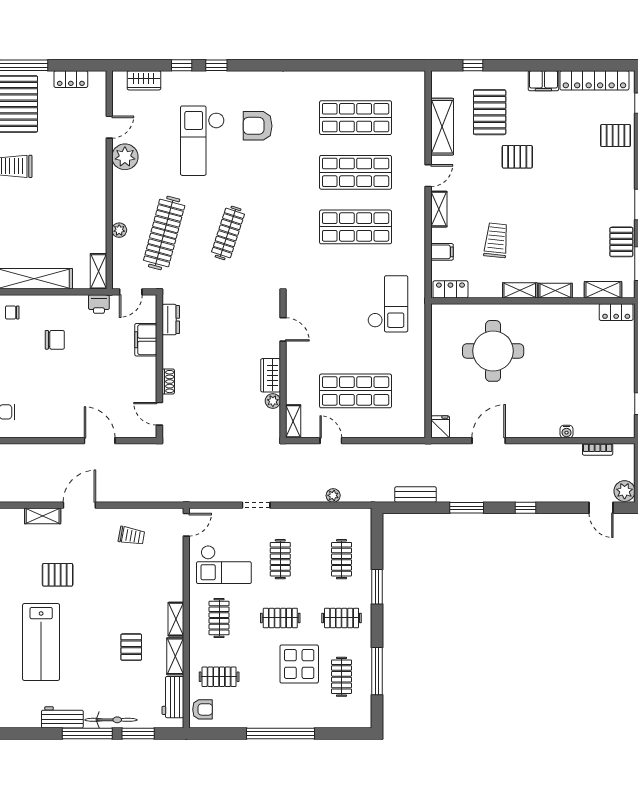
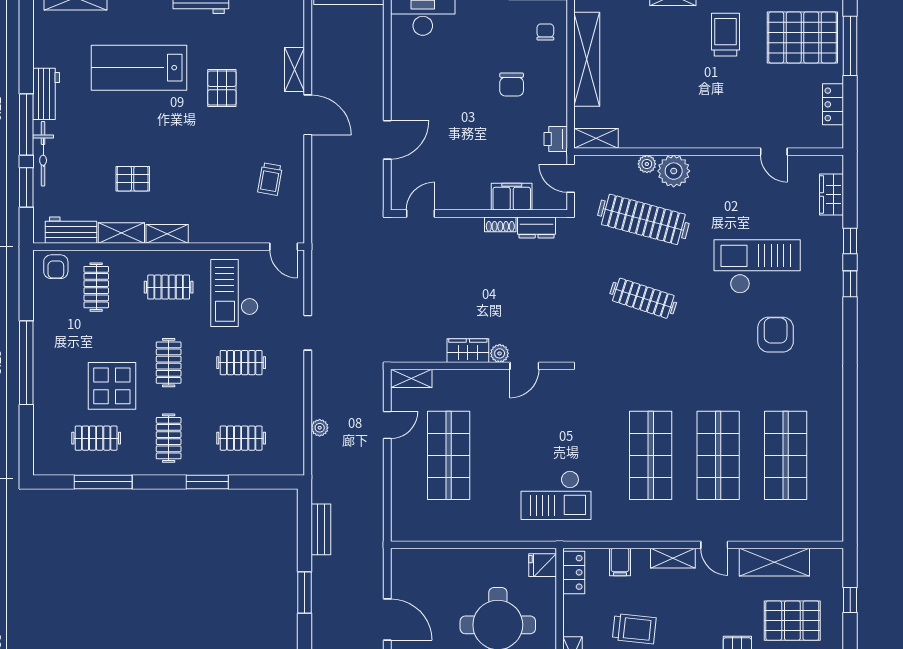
plant: (125, 157) -> (674, 171), moved
shoe rack: (168, 382) -> (500, 224), moved
plant: (273, 401) -> (500, 353), moved
fridge: (440, 427) -> (543, 565), moved, turned 180

